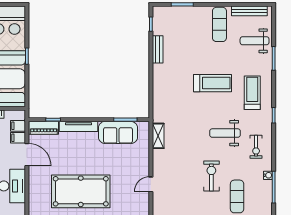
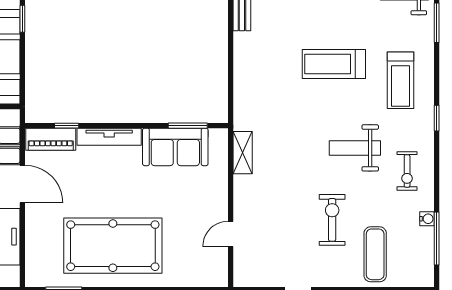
treadmill: (212, 83) -> (334, 64), turned 180
treadmill: (252, 93) -> (401, 80), turned 180

